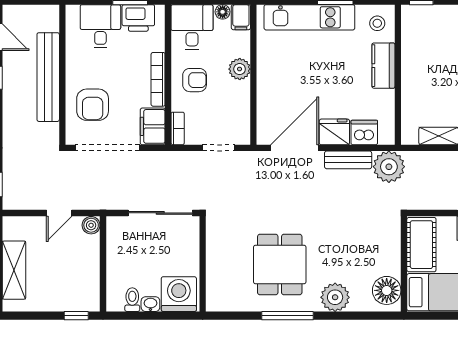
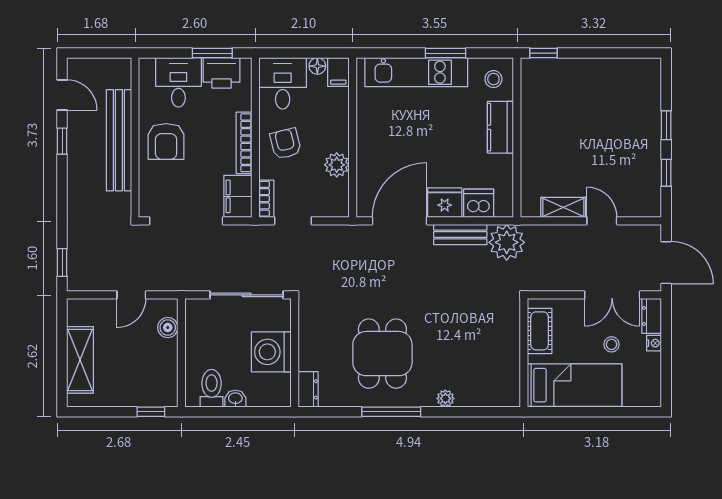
plant: (240, 69) -> (337, 165), moved
armchair: (195, 80) -> (286, 144), turned -104
armchair: (93, 105) -> (166, 141), moved
doorway: (219, 148) -> (293, 221), moved
boiler: (91, 225) -> (168, 328), moved
cot: (421, 245) -> (540, 331), width x0.73, depth x0.75
floor lamp: (387, 290) -> (504, 383), removed
washing machine: (179, 294) -> (271, 352), moved, turned -90
dresser: (214, 296) -> (308, 389), added
plant: (335, 297) -> (445, 398), width x0.53, depth x0.53
toilet: (132, 300) -> (212, 388), width x1.37, depth x1.39

